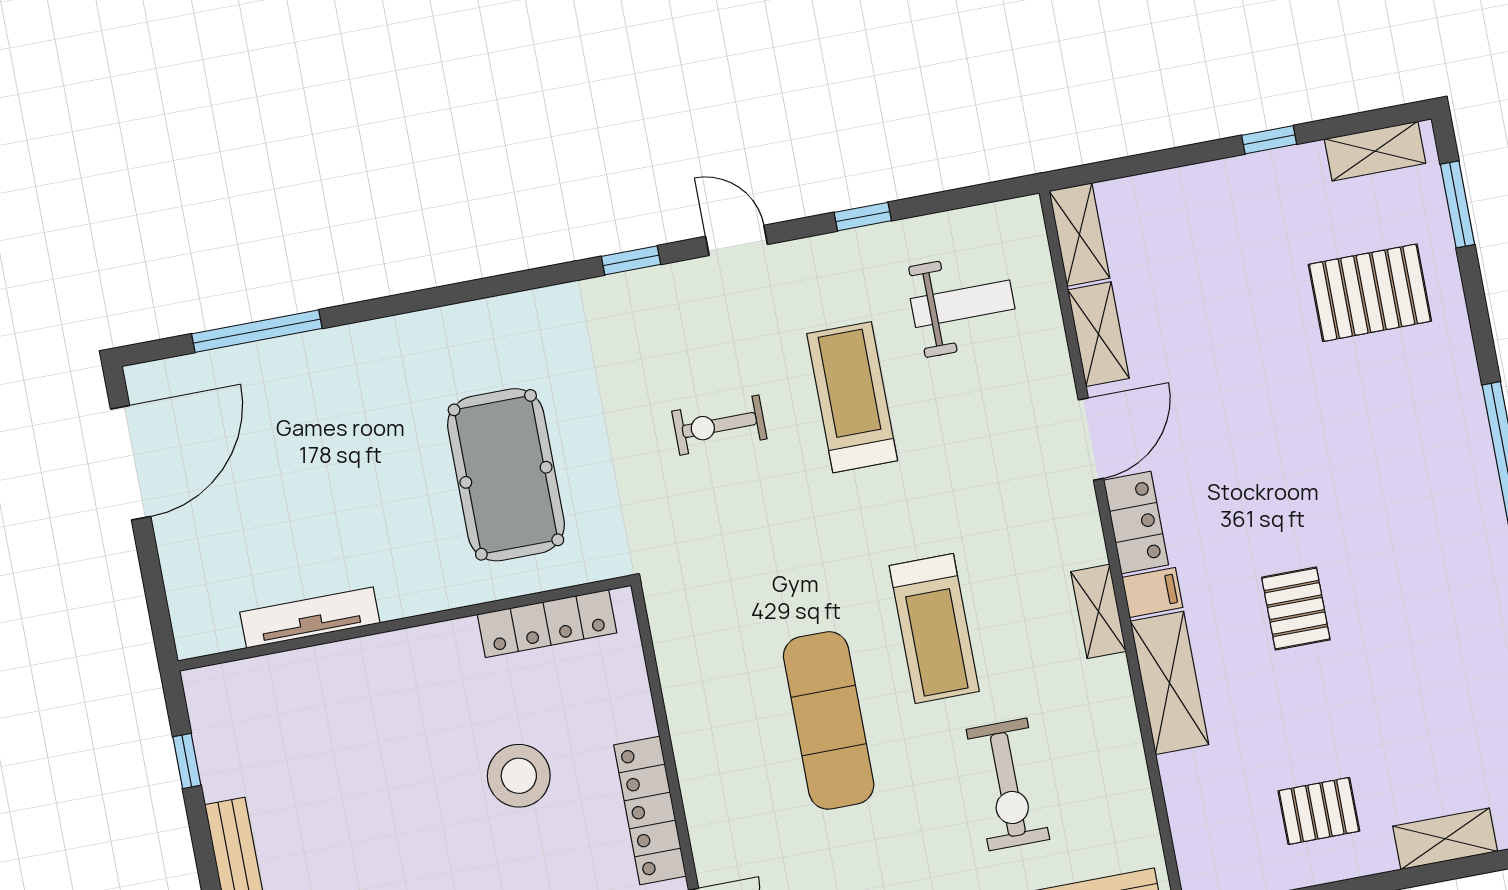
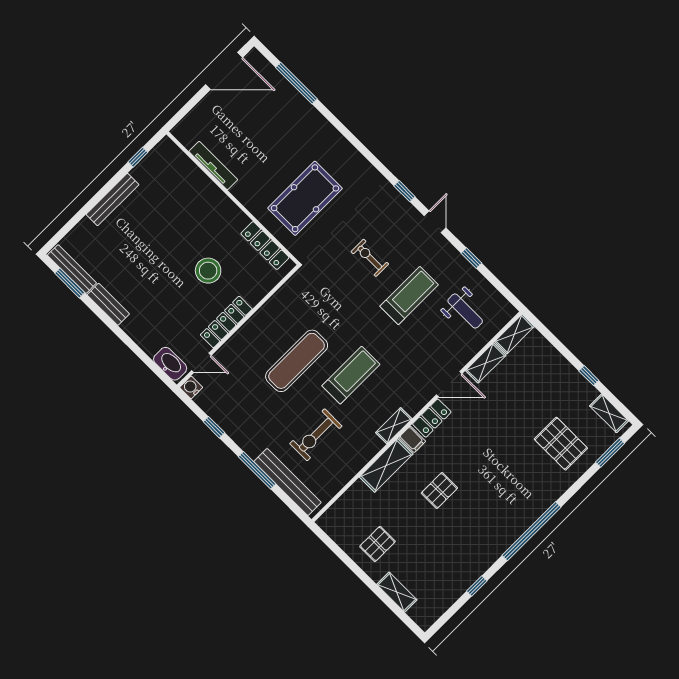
treadmill: (934, 629) -> (351, 375), turned 180
pallet: (1319, 811) -> (377, 544), turned 90

